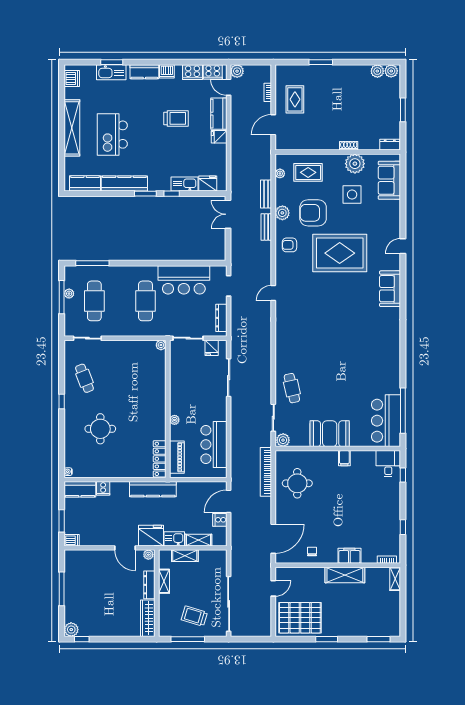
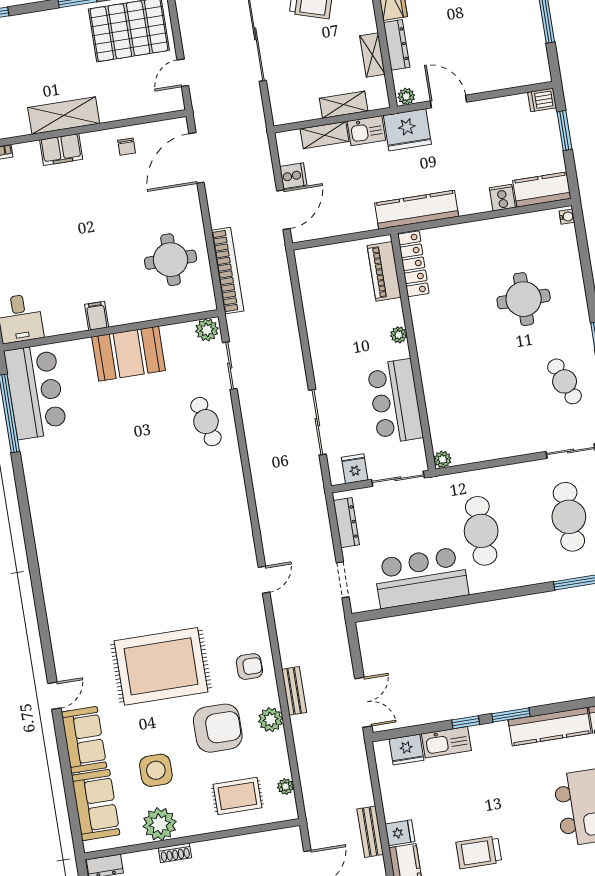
bench: (266, 194) -> (370, 832), moved
sofa: (390, 289) -> (84, 740), moved
bar counter: (214, 444) -> (395, 401), moved, turned 180

